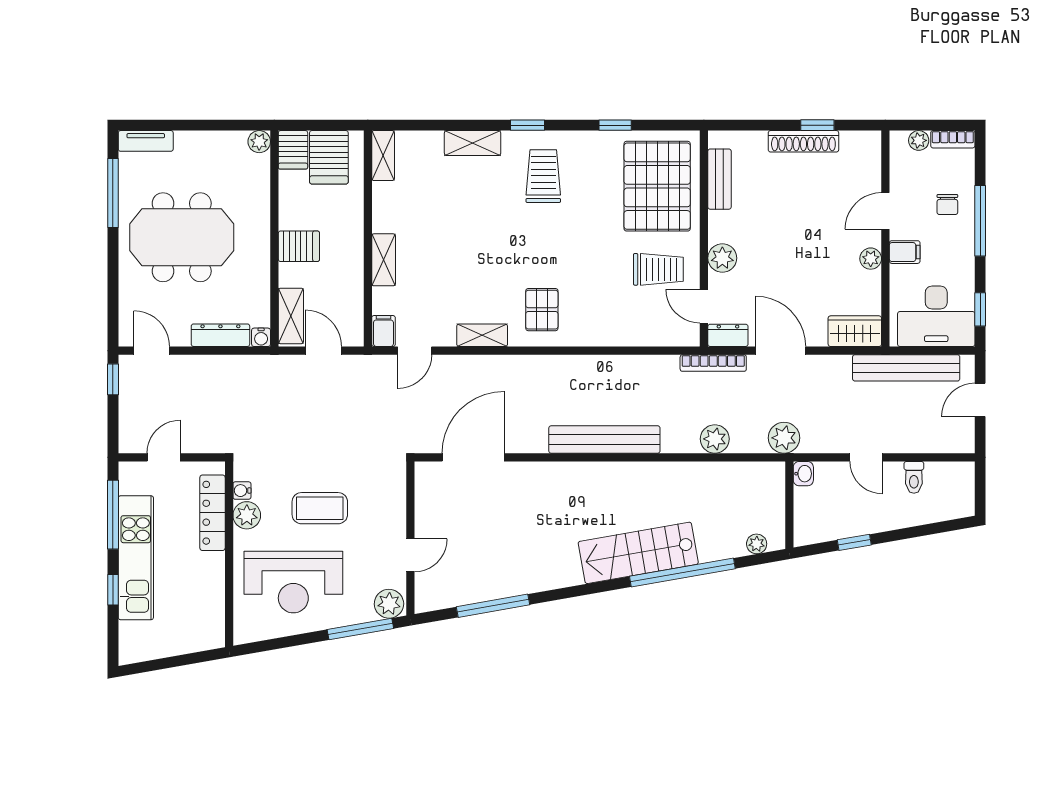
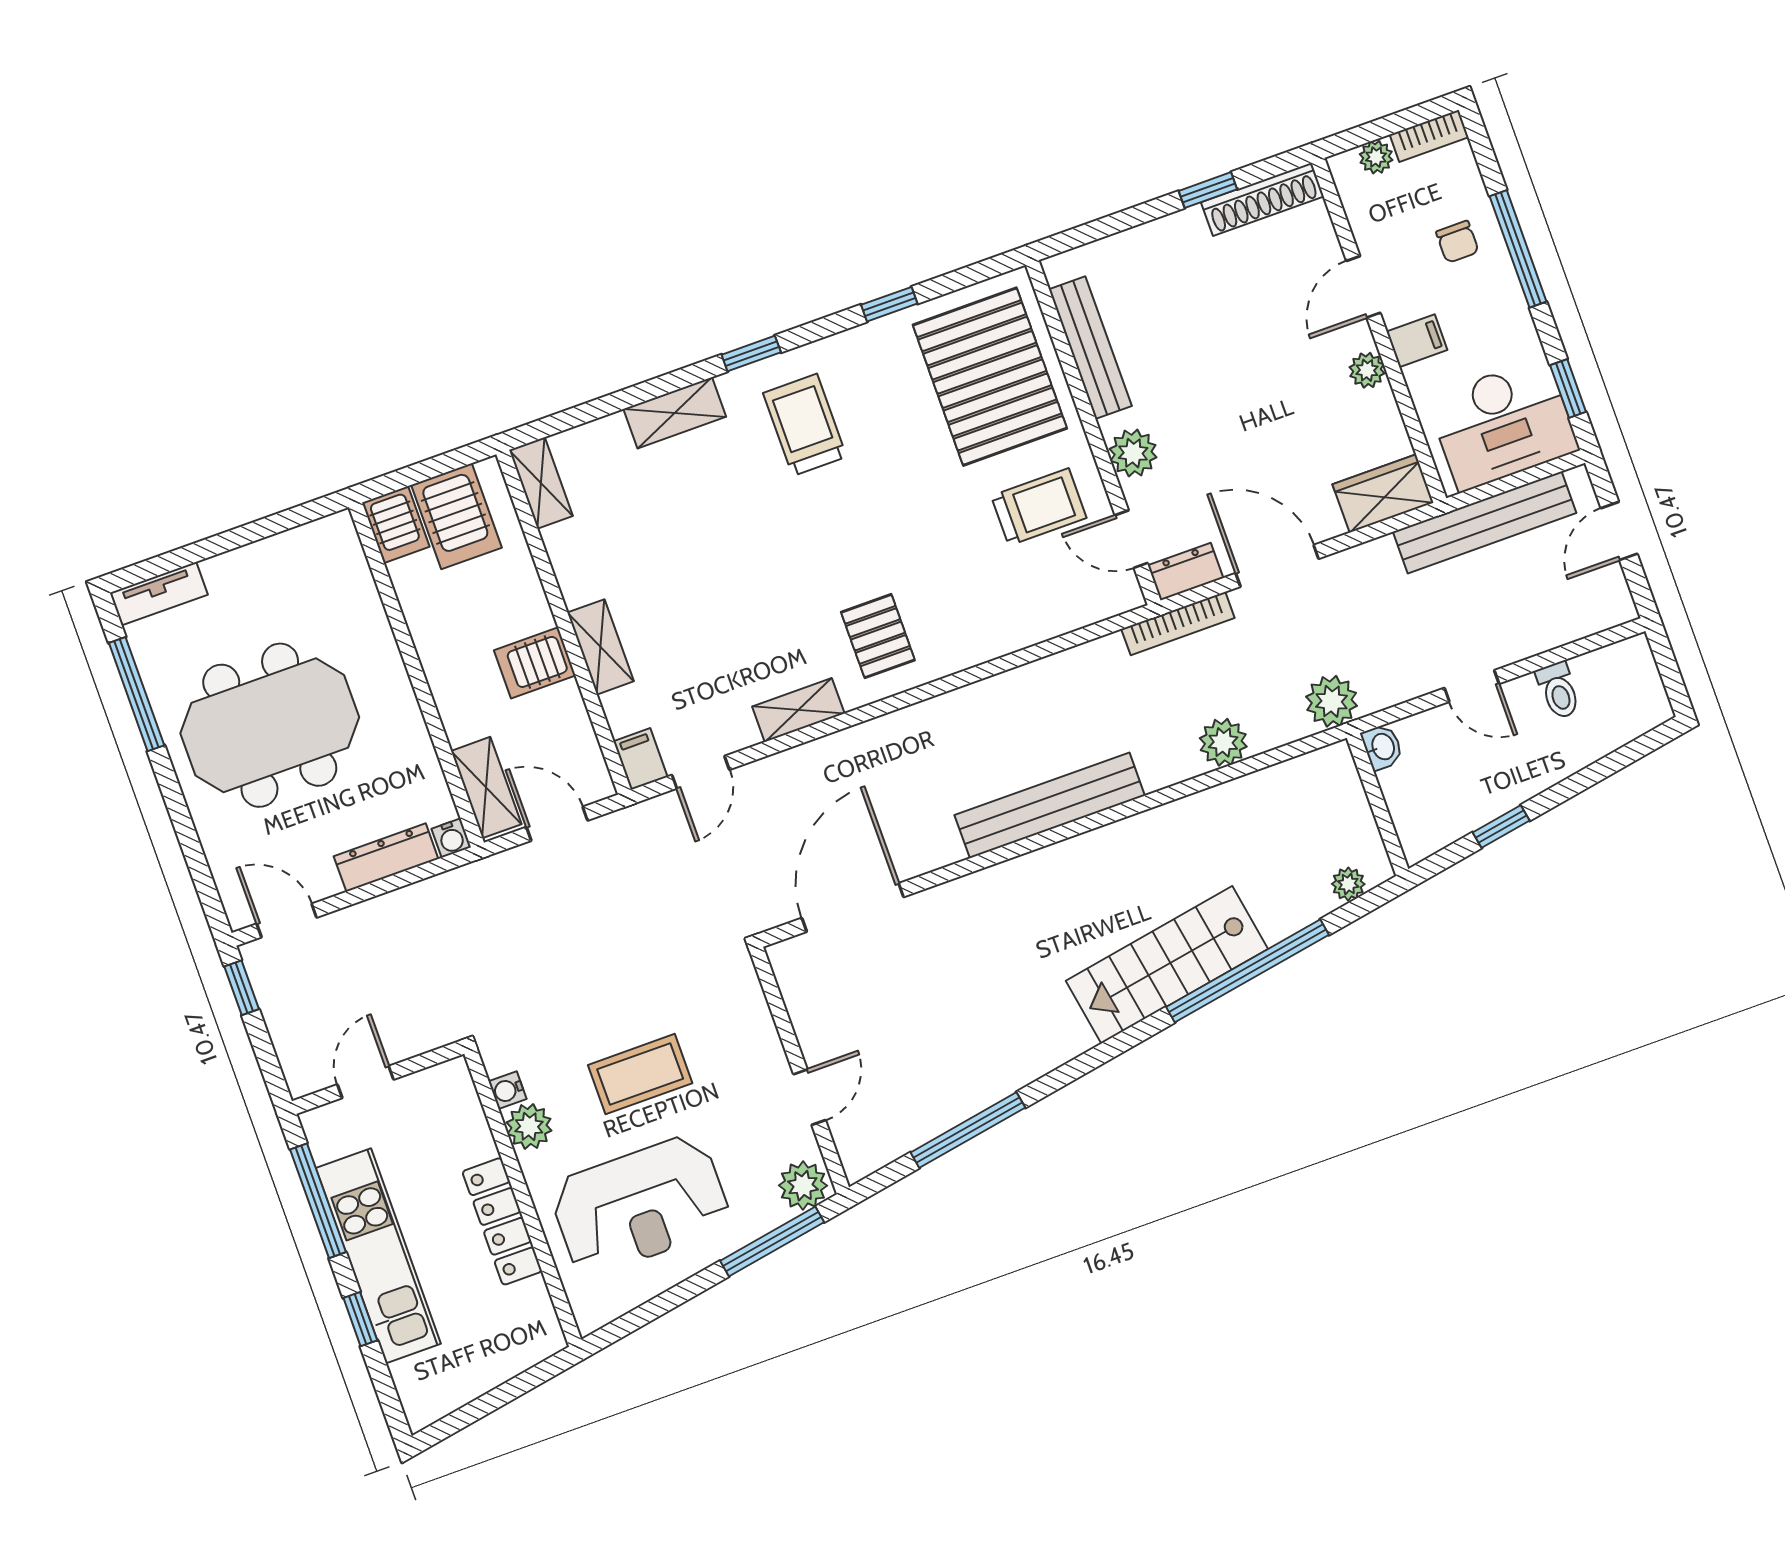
shoe rack: (803, 141) -> (1262, 199), moved
plant: (259, 142) -> (338, 531), removed
bench: (720, 179) -> (1090, 348), width x1.36
server rack: (299, 246) -> (535, 663), moved, turned 180
locker: (212, 513) -> (502, 1221), moved

